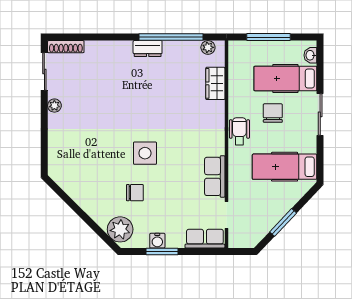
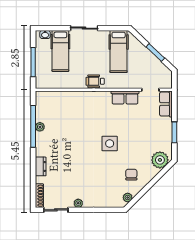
plant: (208, 47) -> (40, 127), moved
dresser: (148, 49) -> (41, 166), moved
wardrobe: (215, 83) -> (64, 97), removed
chair: (273, 113) -> (83, 59), removed
plant: (63, 180) -> (128, 198), added
chair: (135, 193) -> (131, 175), moved
water cooler: (157, 241) -> (167, 135), removed

